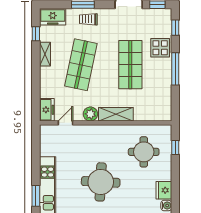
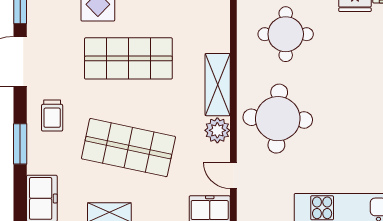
trolley: (88, 19) -> (52, 116), moved
round table: (101, 182) -> (278, 119), moved

